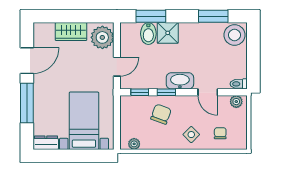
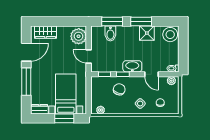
window: (213, 16) -> (141, 22), moved
wardrobe: (71, 32) -> (45, 32), moved
shower: (168, 33) -> (147, 33), moved
door: (117, 67) -> (89, 56), swing flipped
window: (82, 156) -> (64, 118), added

